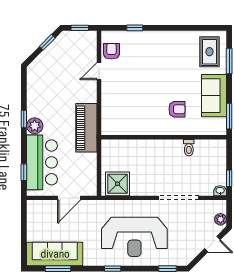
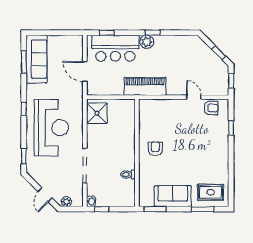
armchair: (177, 109) -> (155, 149), moved, turned 180
reception desk: (134, 237) -> (51, 128), turned 180

